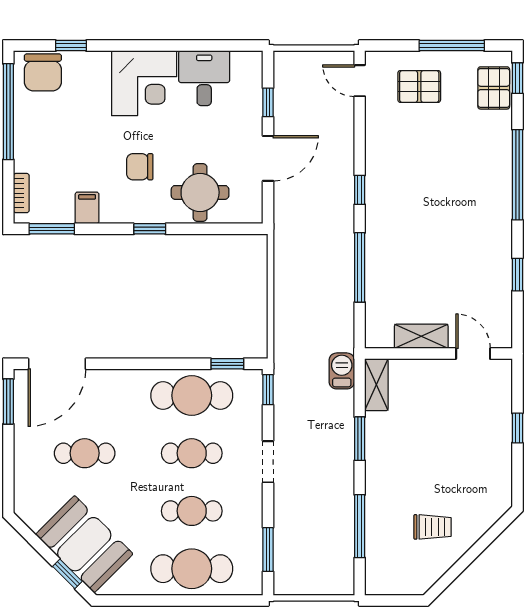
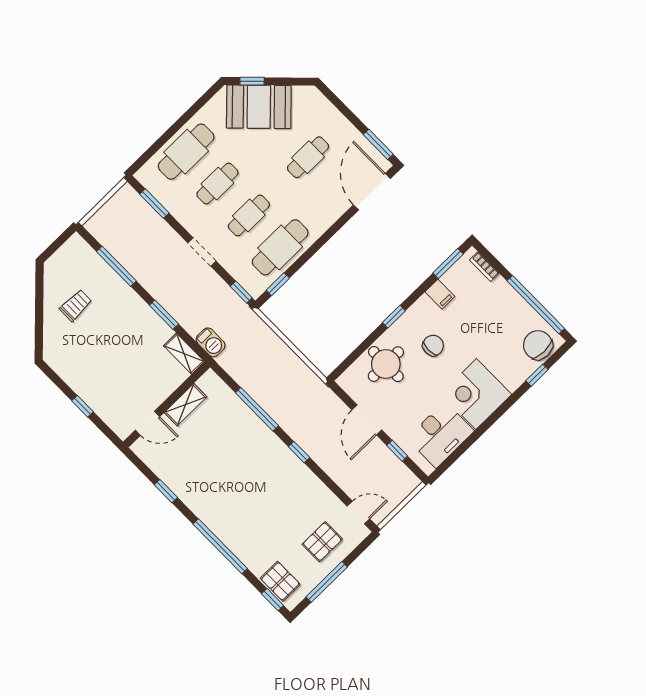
desk: (204, 78) -> (440, 435), width x1.37
trolley: (433, 527) -> (76, 305), turned 180

